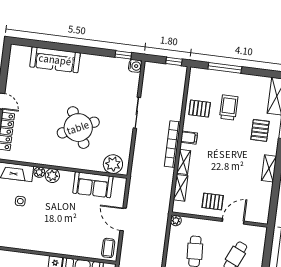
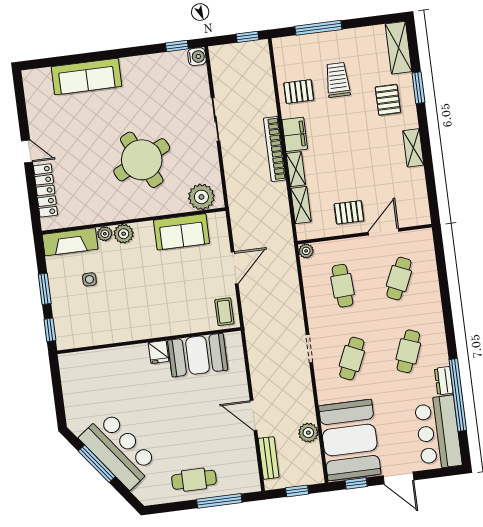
filing cabinet: (189, 138) -> (295, 134), width x2.00
door: (123, 219) -> (235, 268), swing flipped

